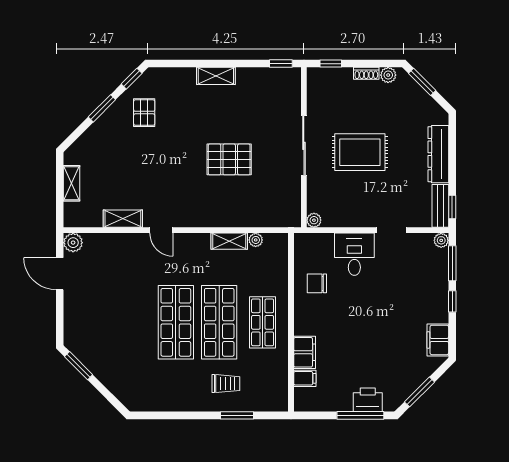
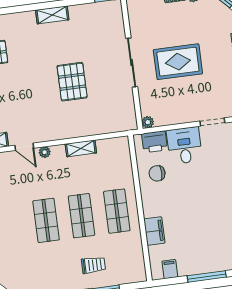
pallet: (229, 159) -> (72, 82), turned 90
plant: (256, 240) -> (45, 152), moved
shop shelf: (176, 322) -> (46, 220), width x0.70, depth x0.74
shop shelf: (219, 322) -> (81, 216), width x0.70, depth x0.74
filing cabinet: (305, 378) -> (170, 269), moved, turned -90
printer: (368, 400) -> (154, 142), moved, turned 180

